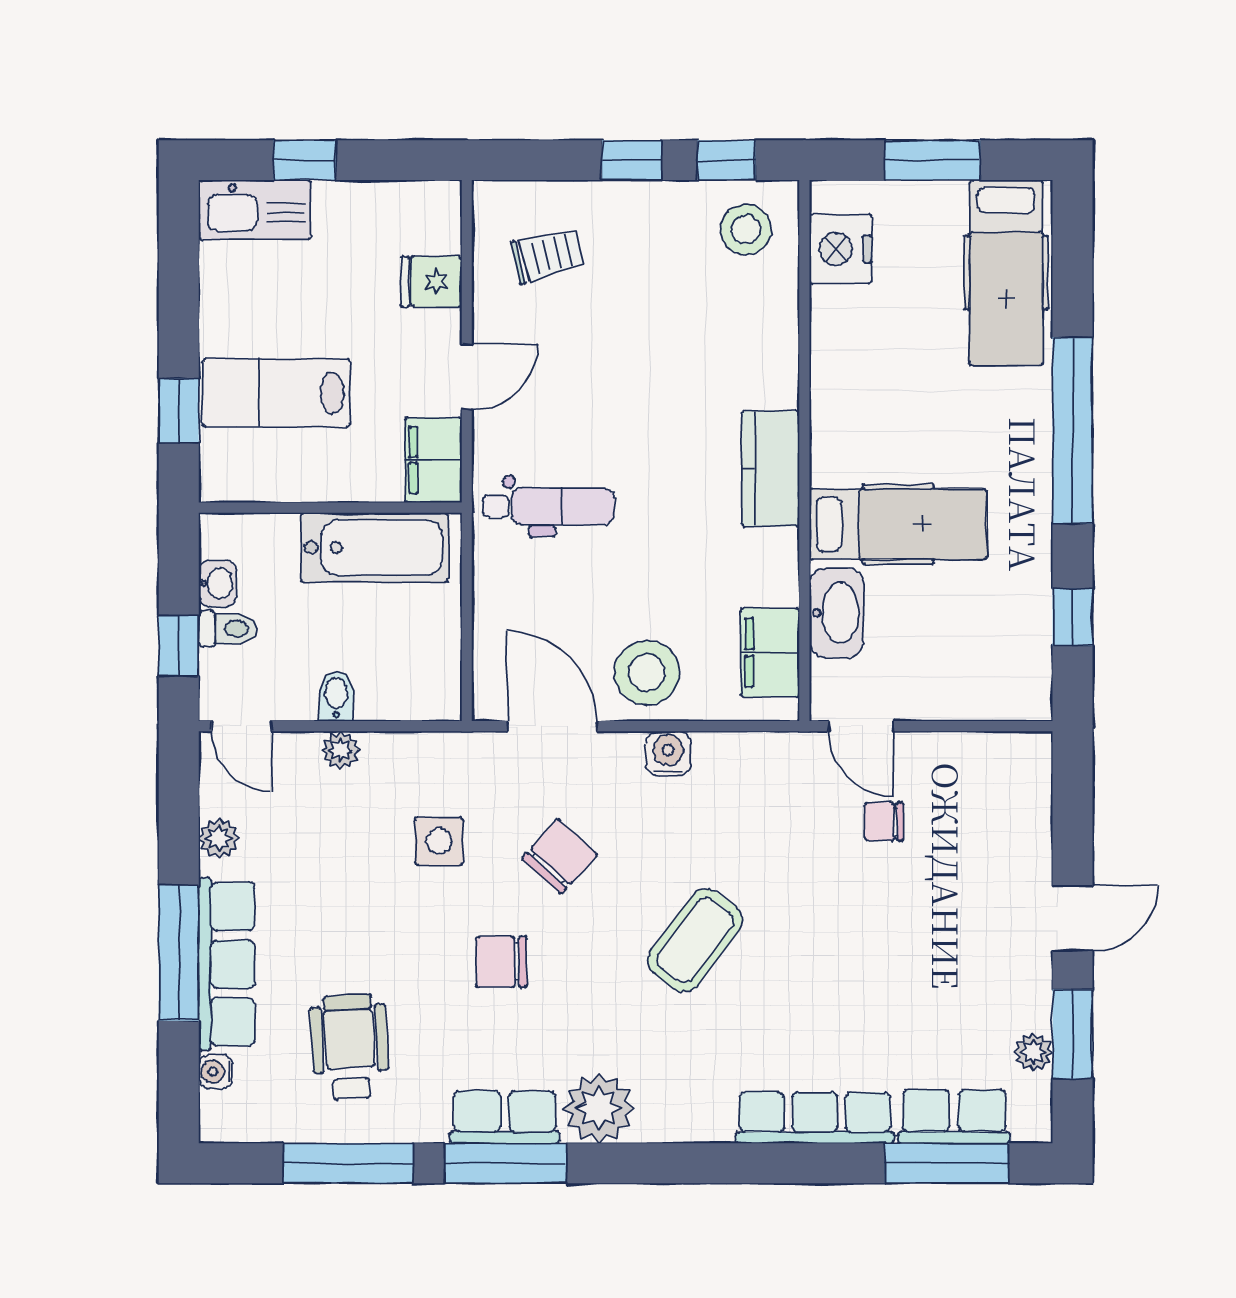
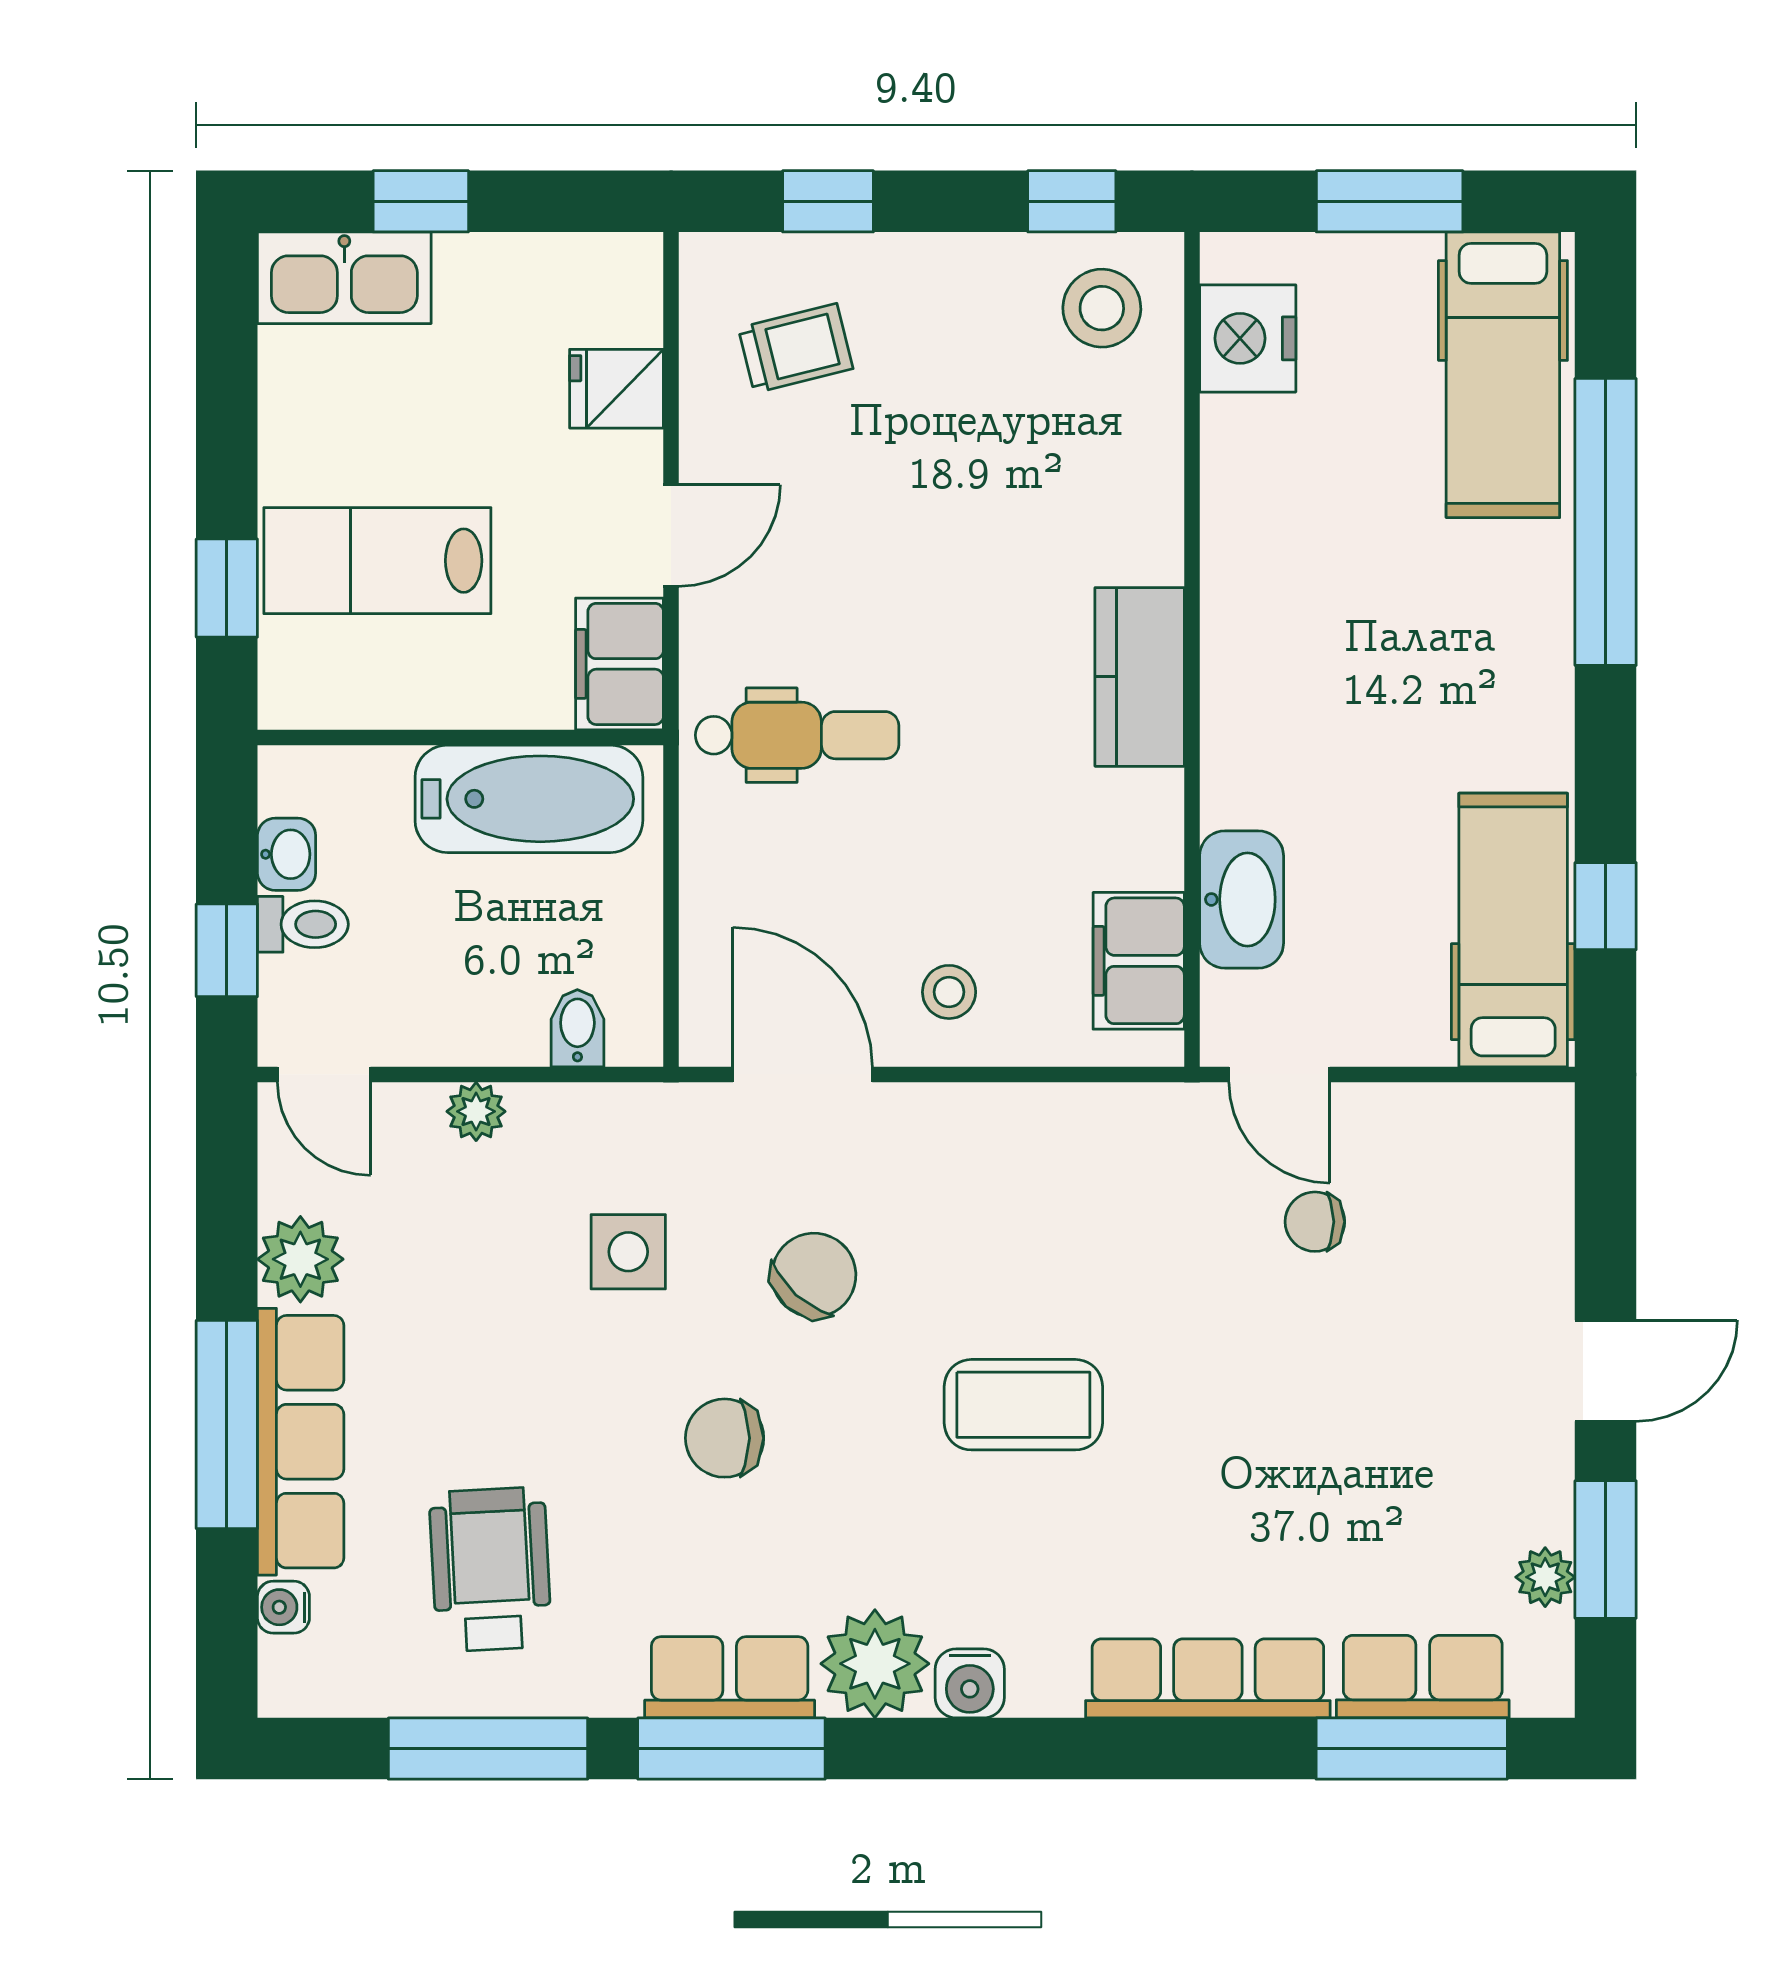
window: (632, 160) -> (828, 201), moved
window: (1073, 430) -> (1606, 522), moved
hospital bed: (898, 524) -> (1513, 930), moved, turned -90
stool: (647, 673) -> (949, 992), width x0.53, depth x0.53
bidet: (336, 696) -> (577, 1028), moved
water cooler: (668, 754) -> (970, 1683), moved, turned 180
plant: (219, 838) -> (300, 1259), width x1.38, depth x1.38
coffee table: (695, 940) -> (1023, 1405), turned 53

